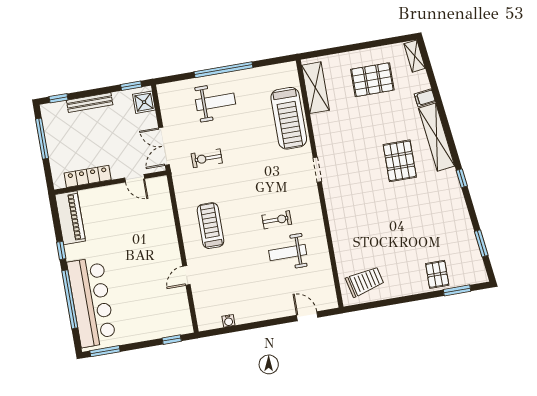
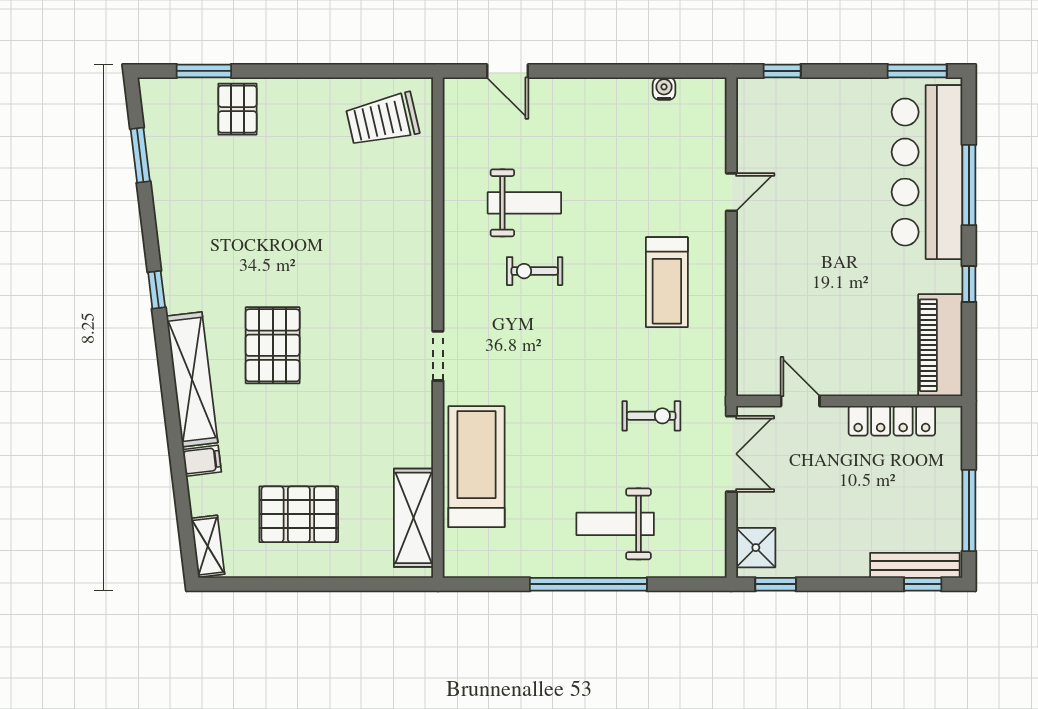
bench: (90, 102) -> (915, 565), moved
window: (70, 299) -> (969, 185), width x0.68

